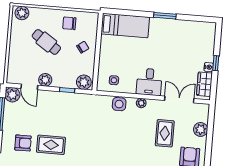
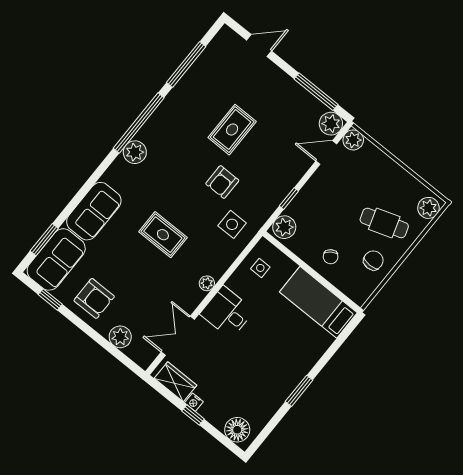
bed: (125, 25) -> (318, 302), moved, turned 90
floor lamp: (208, 34) -> (237, 430), added
cafe table: (46, 42) -> (384, 223), moved, turned 38
plant: (45, 80) -> (353, 140), moved
double door: (179, 99) -> (178, 336), swing flipped
side table: (119, 104) -> (232, 224), moved
rug: (165, 133) -> (163, 235), moved
armchair: (23, 143) -> (222, 182), moved

